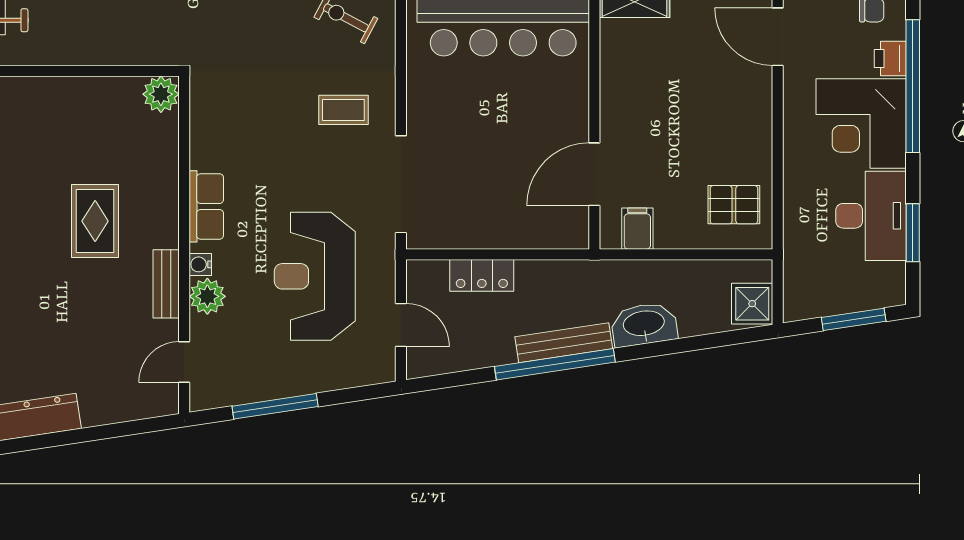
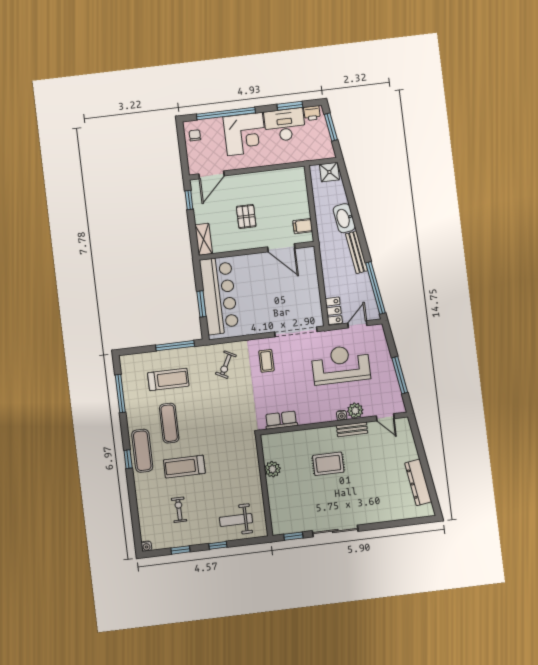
printer: (890, 58) -> (312, 113), moved
plant: (161, 94) -> (272, 469), moved
pallet: (734, 205) -> (246, 216), moved
row of seats: (206, 206) -> (281, 420), moved
locker: (482, 275) -> (334, 311), moved
reception desk: (315, 276) -> (341, 365), turned 180
window: (555, 364) -> (375, 288), moved

